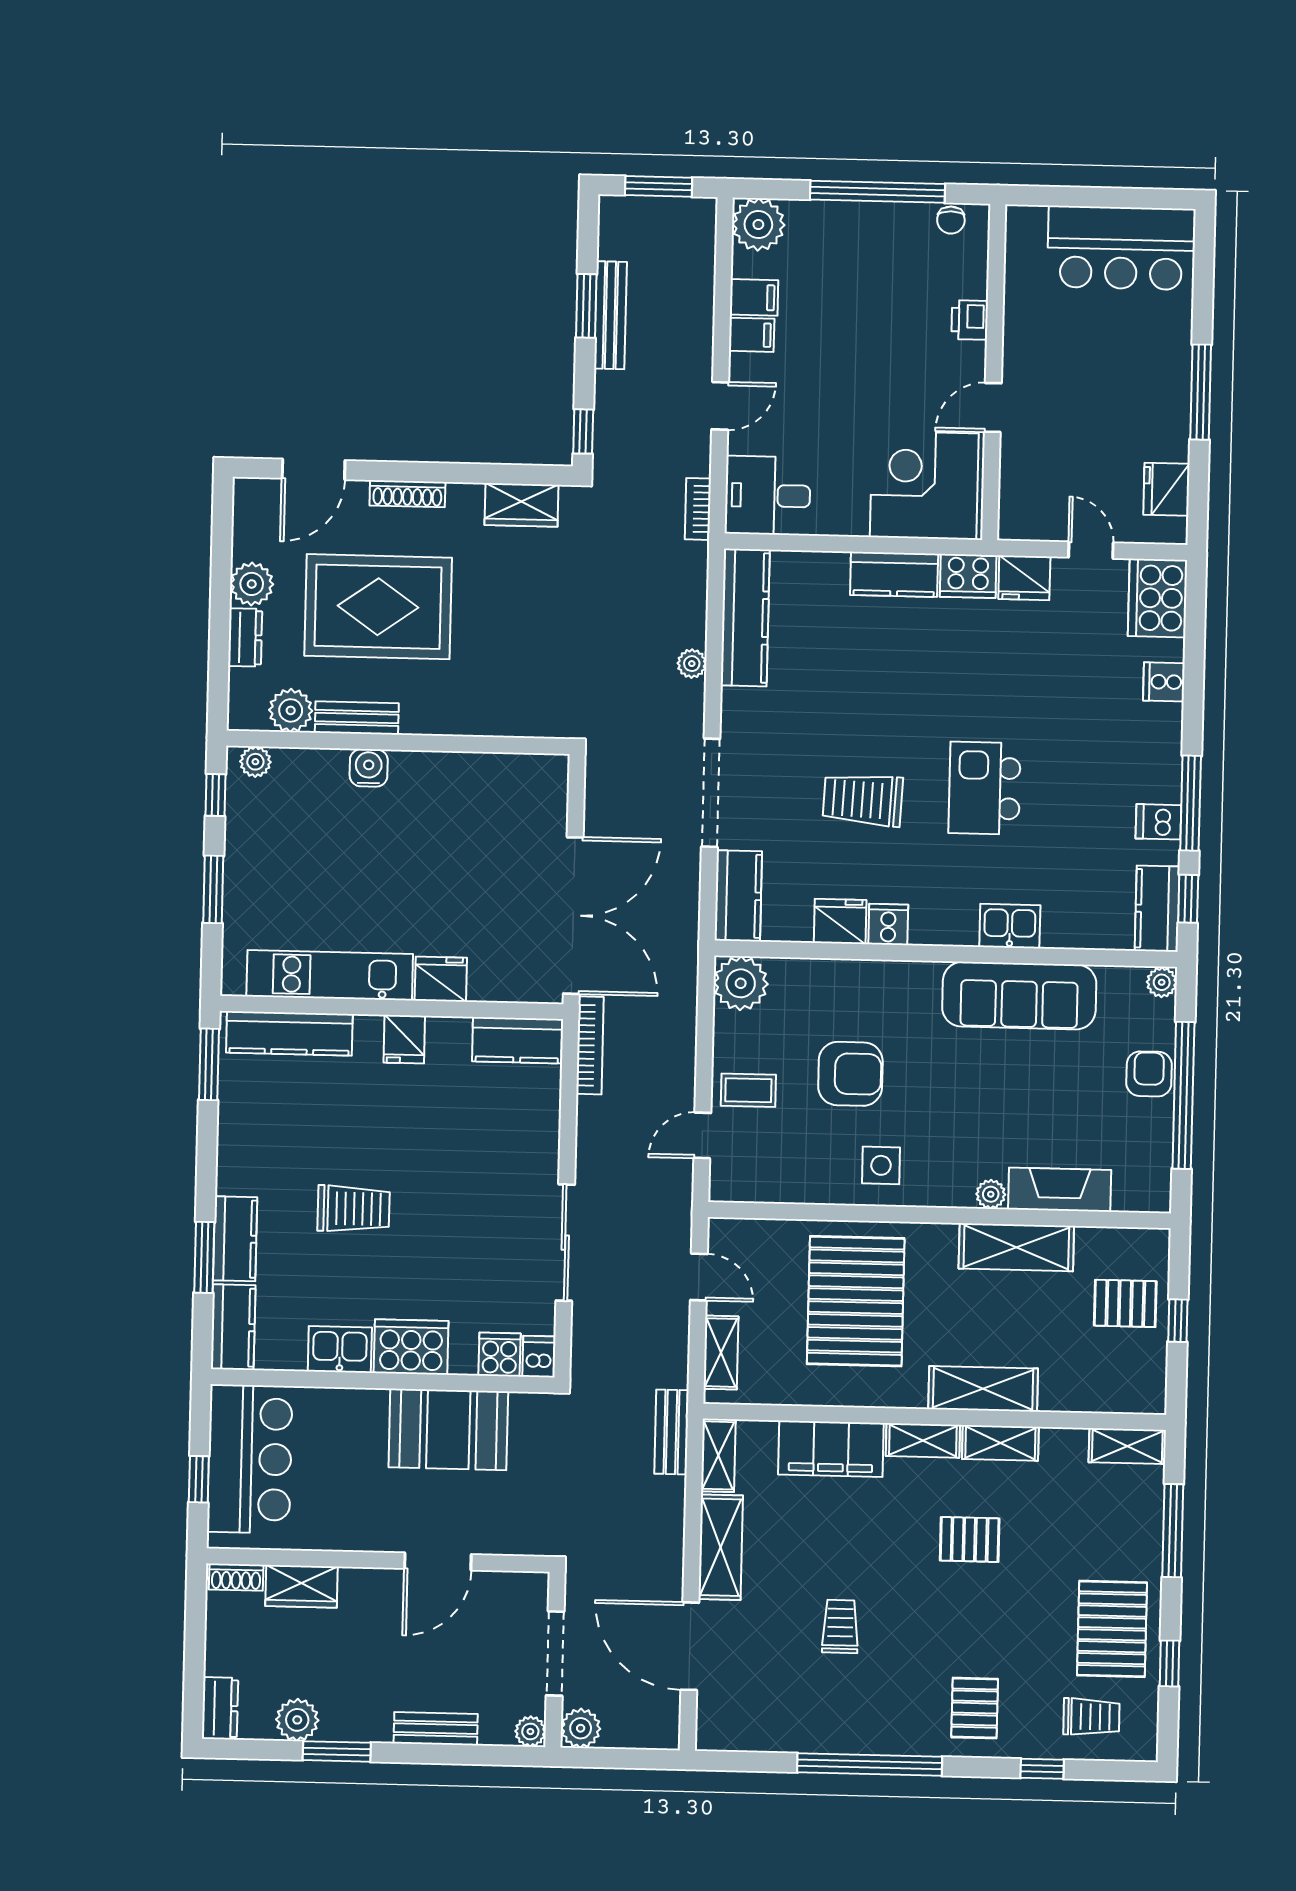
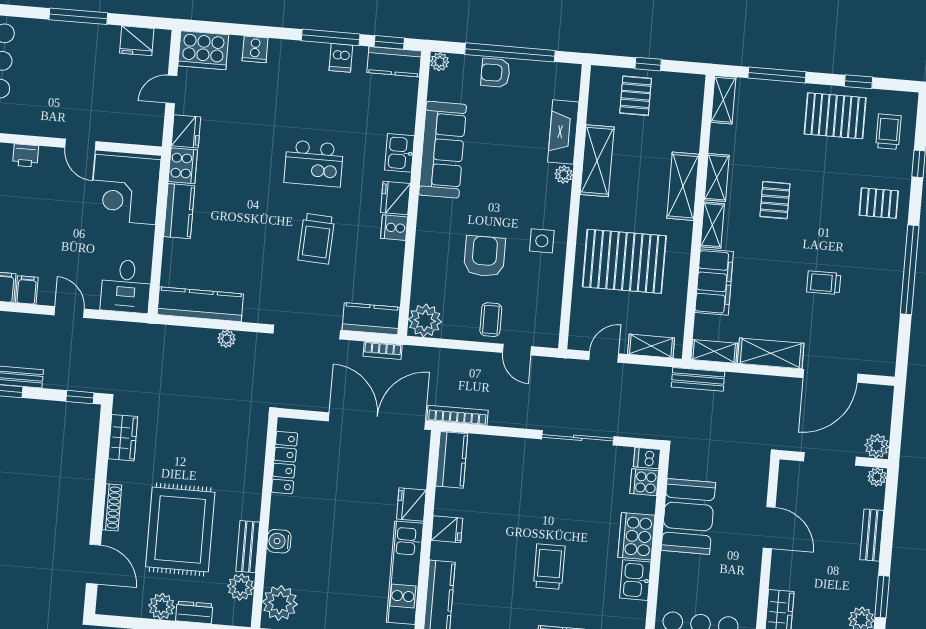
bookcase: (698, 509) -> (383, 351), moved
plant: (255, 762) -> (280, 603), width x1.87, depth x1.87
locker: (497, 769) -> (284, 463), added
fridge: (840, 921) -> (395, 198), moved

